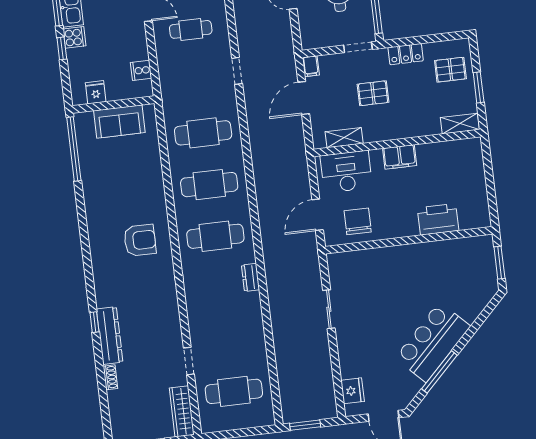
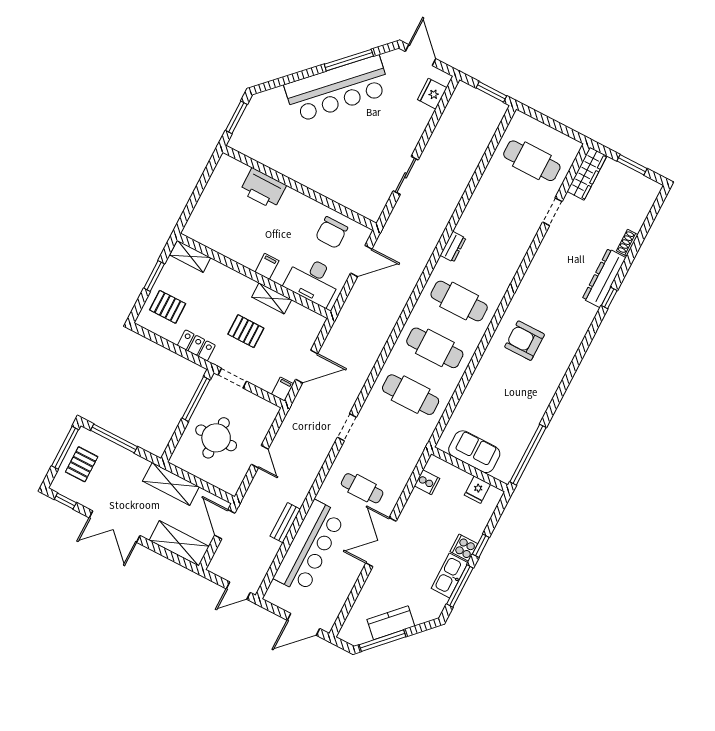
shelving: (344, 138) -> (272, 298), moved
filing cabinet: (400, 157) -> (267, 266), width x0.50
bar counter: (433, 342) -> (337, 89), width x1.36

